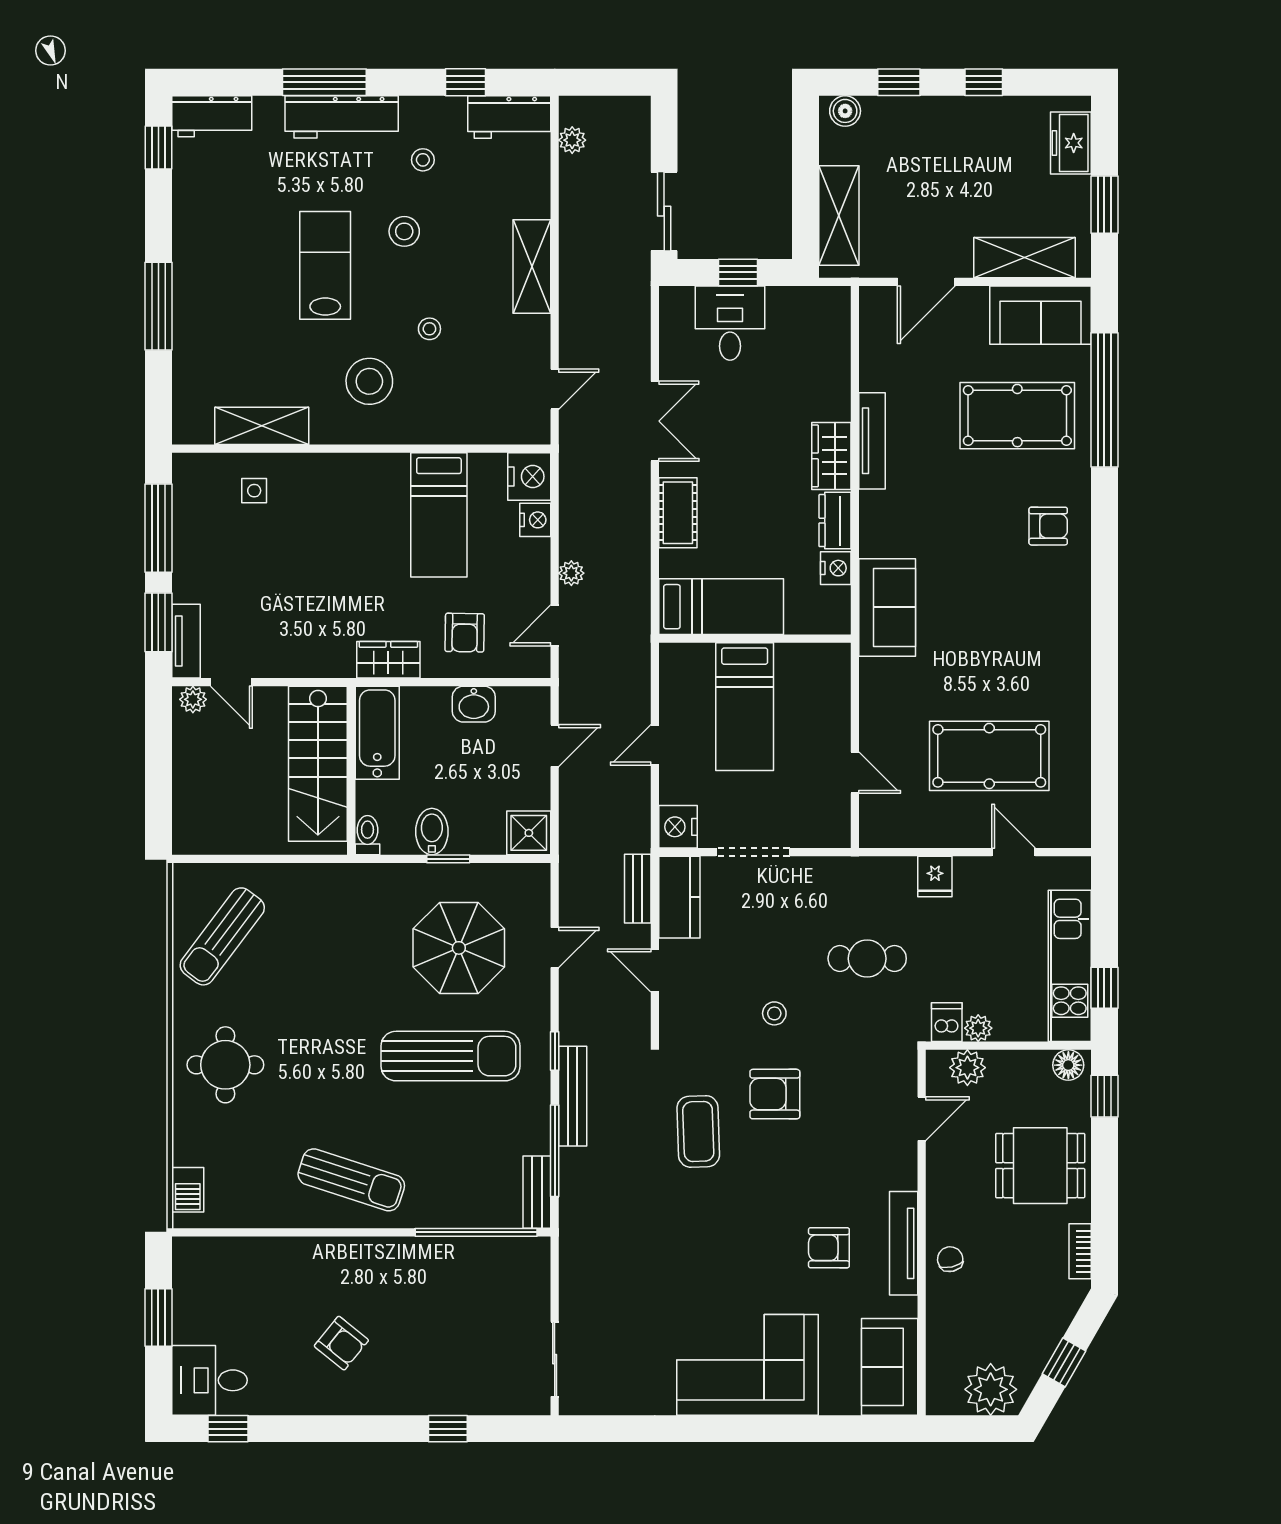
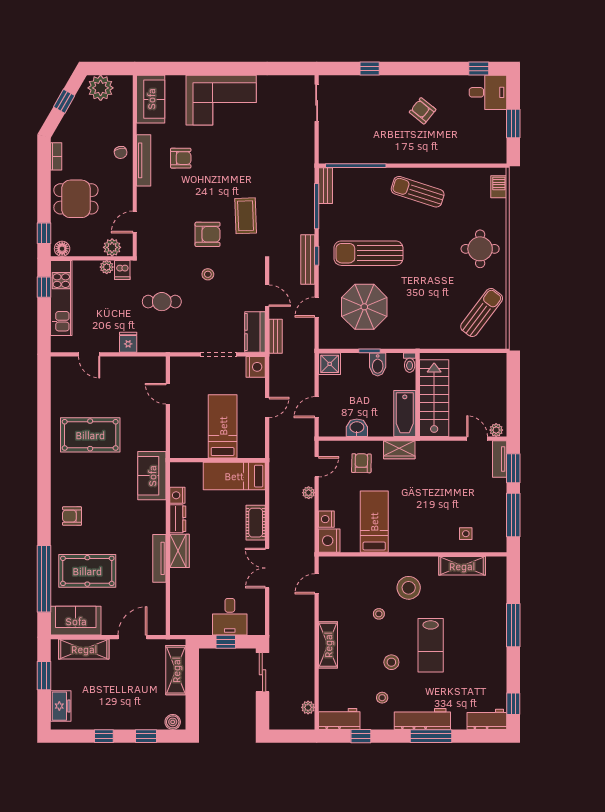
pool table: (989, 756) -> (90, 435), moved
bench: (573, 1096) -> (308, 259), moved

